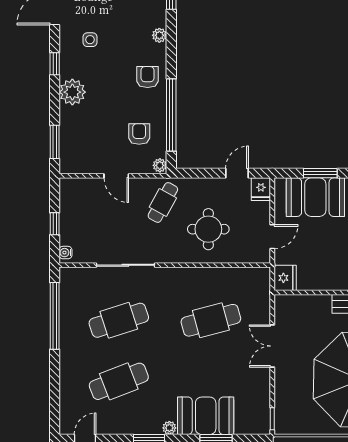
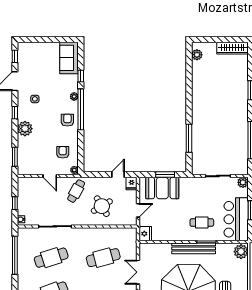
window: (171, 115) -> (81, 109), moved
round table: (208, 229) -> (102, 206), turned -31

